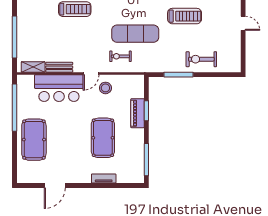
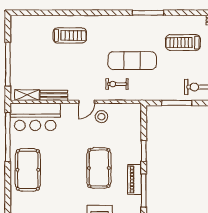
treadmill: (185, 16) -> (183, 43), turned 180
bar counter: (59, 88) -> (35, 117), moved
window: (146, 111) -> (144, 151), moved
piano: (137, 113) -> (135, 179), moved

